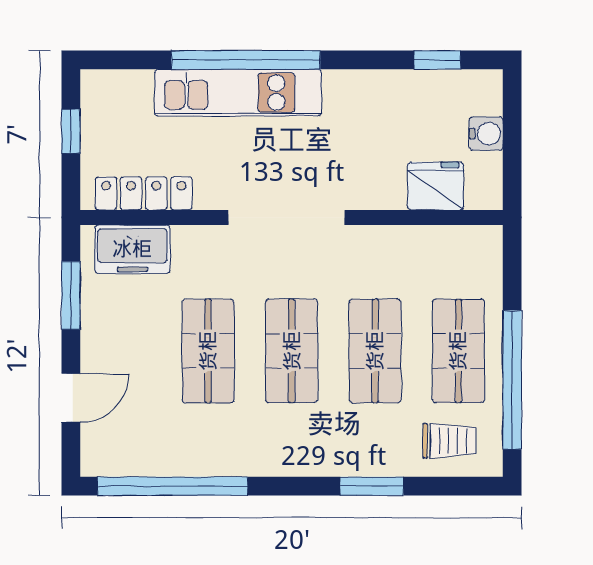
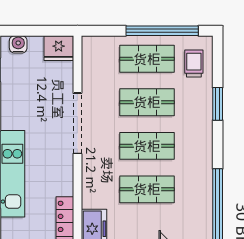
water cooler: (486, 134) -> (18, 44), moved
fridge: (435, 186) -> (59, 48), moved, turned -90
doorway: (286, 217) -> (77, 123), moved

